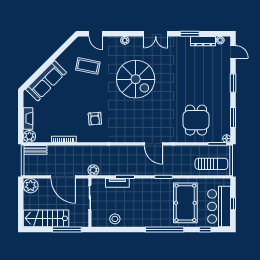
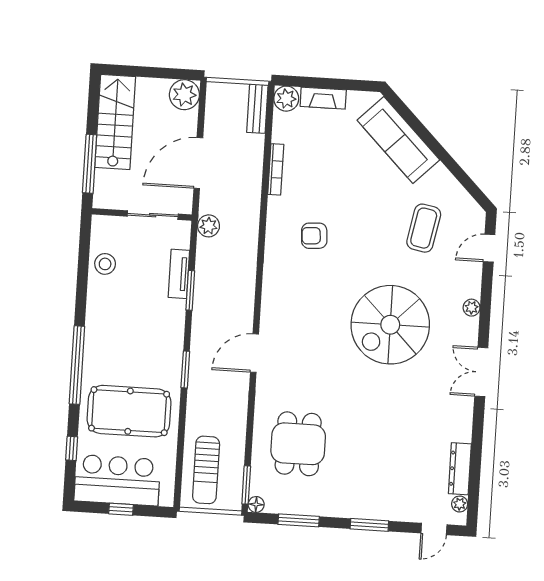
window: (190, 34) -> (477, 442), removed
dining table: (196, 120) -> (298, 444), turned 90

